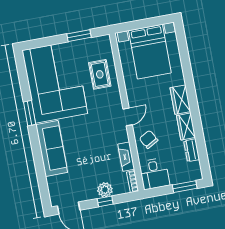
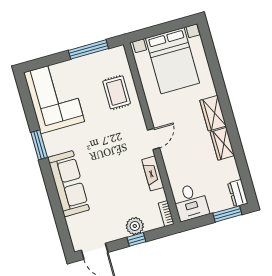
window: (79, 36) -> (88, 49), width x1.44
corner sofa: (55, 82) -> (54, 97), width x0.73, depth x0.74
chair: (149, 139) -> (180, 163), removed
dresser: (192, 150) -> (238, 193), moved
fireplace: (126, 157) -> (153, 173), moved

